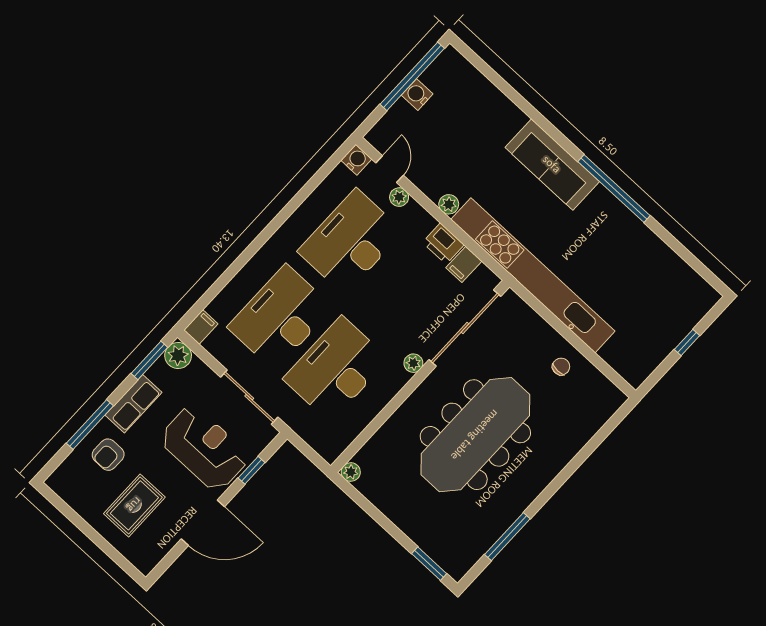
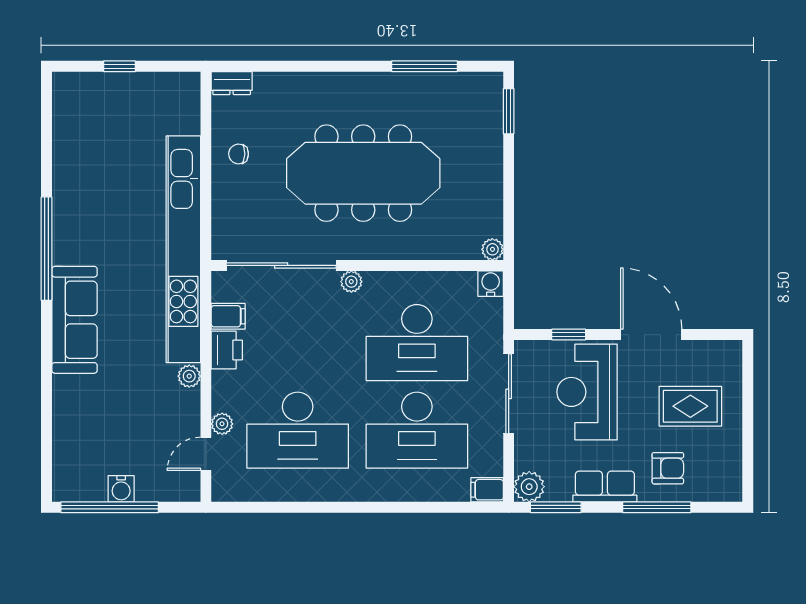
water cooler: (356, 160) -> (491, 284), moved, turned 90
dresser: (610, 404) -> (232, 83), added

